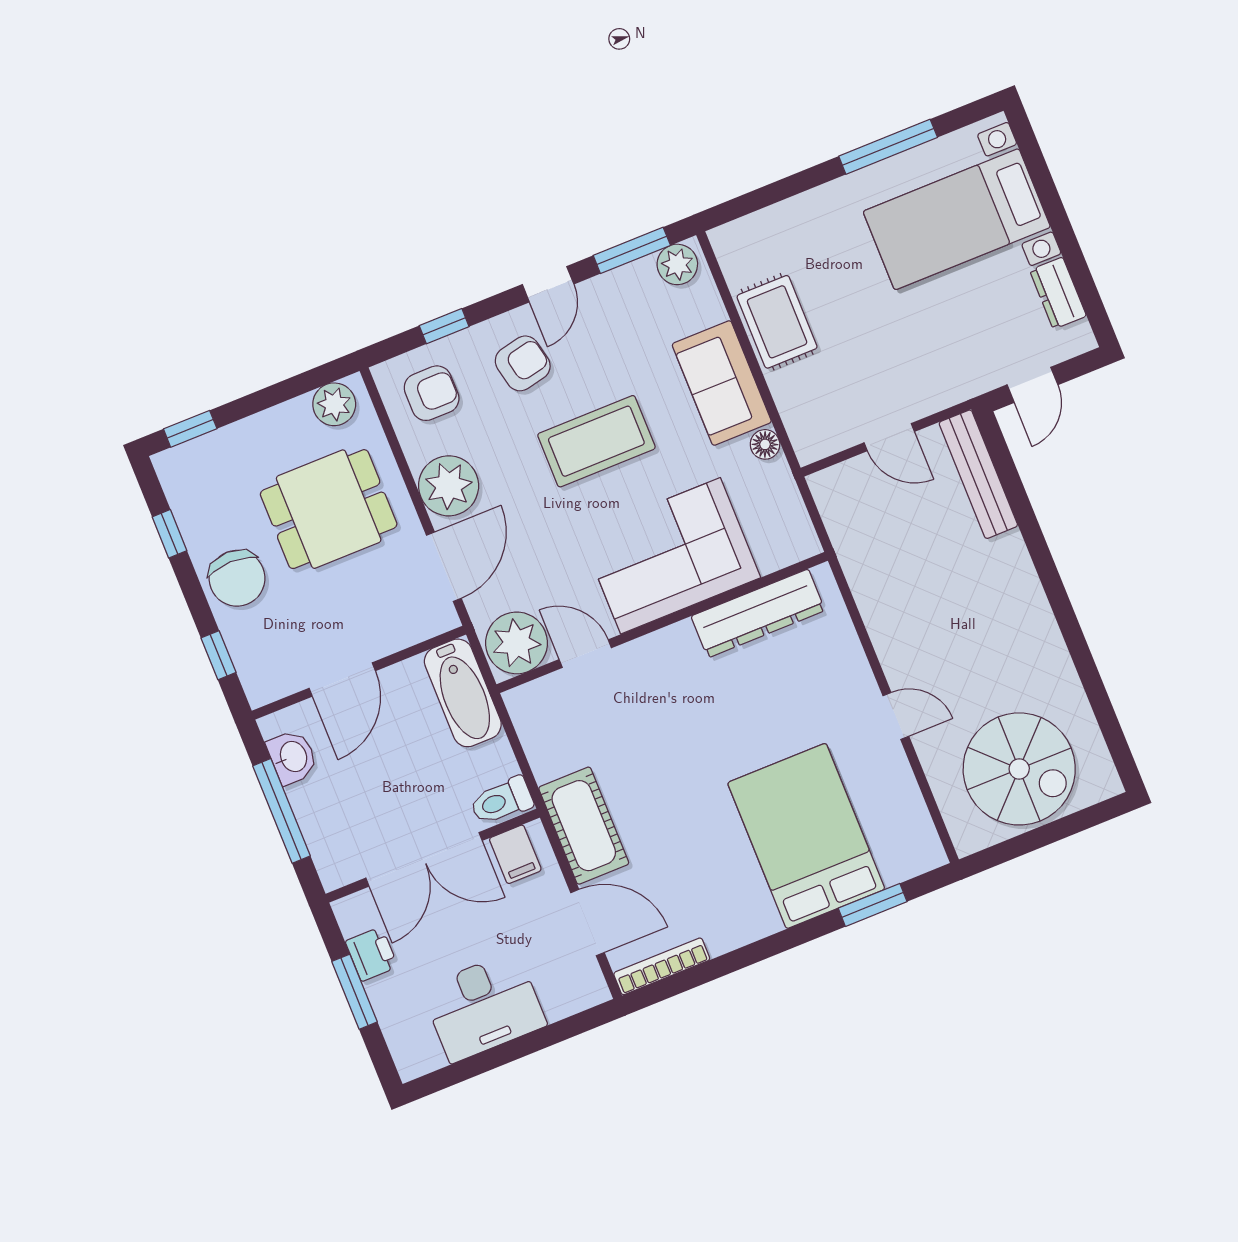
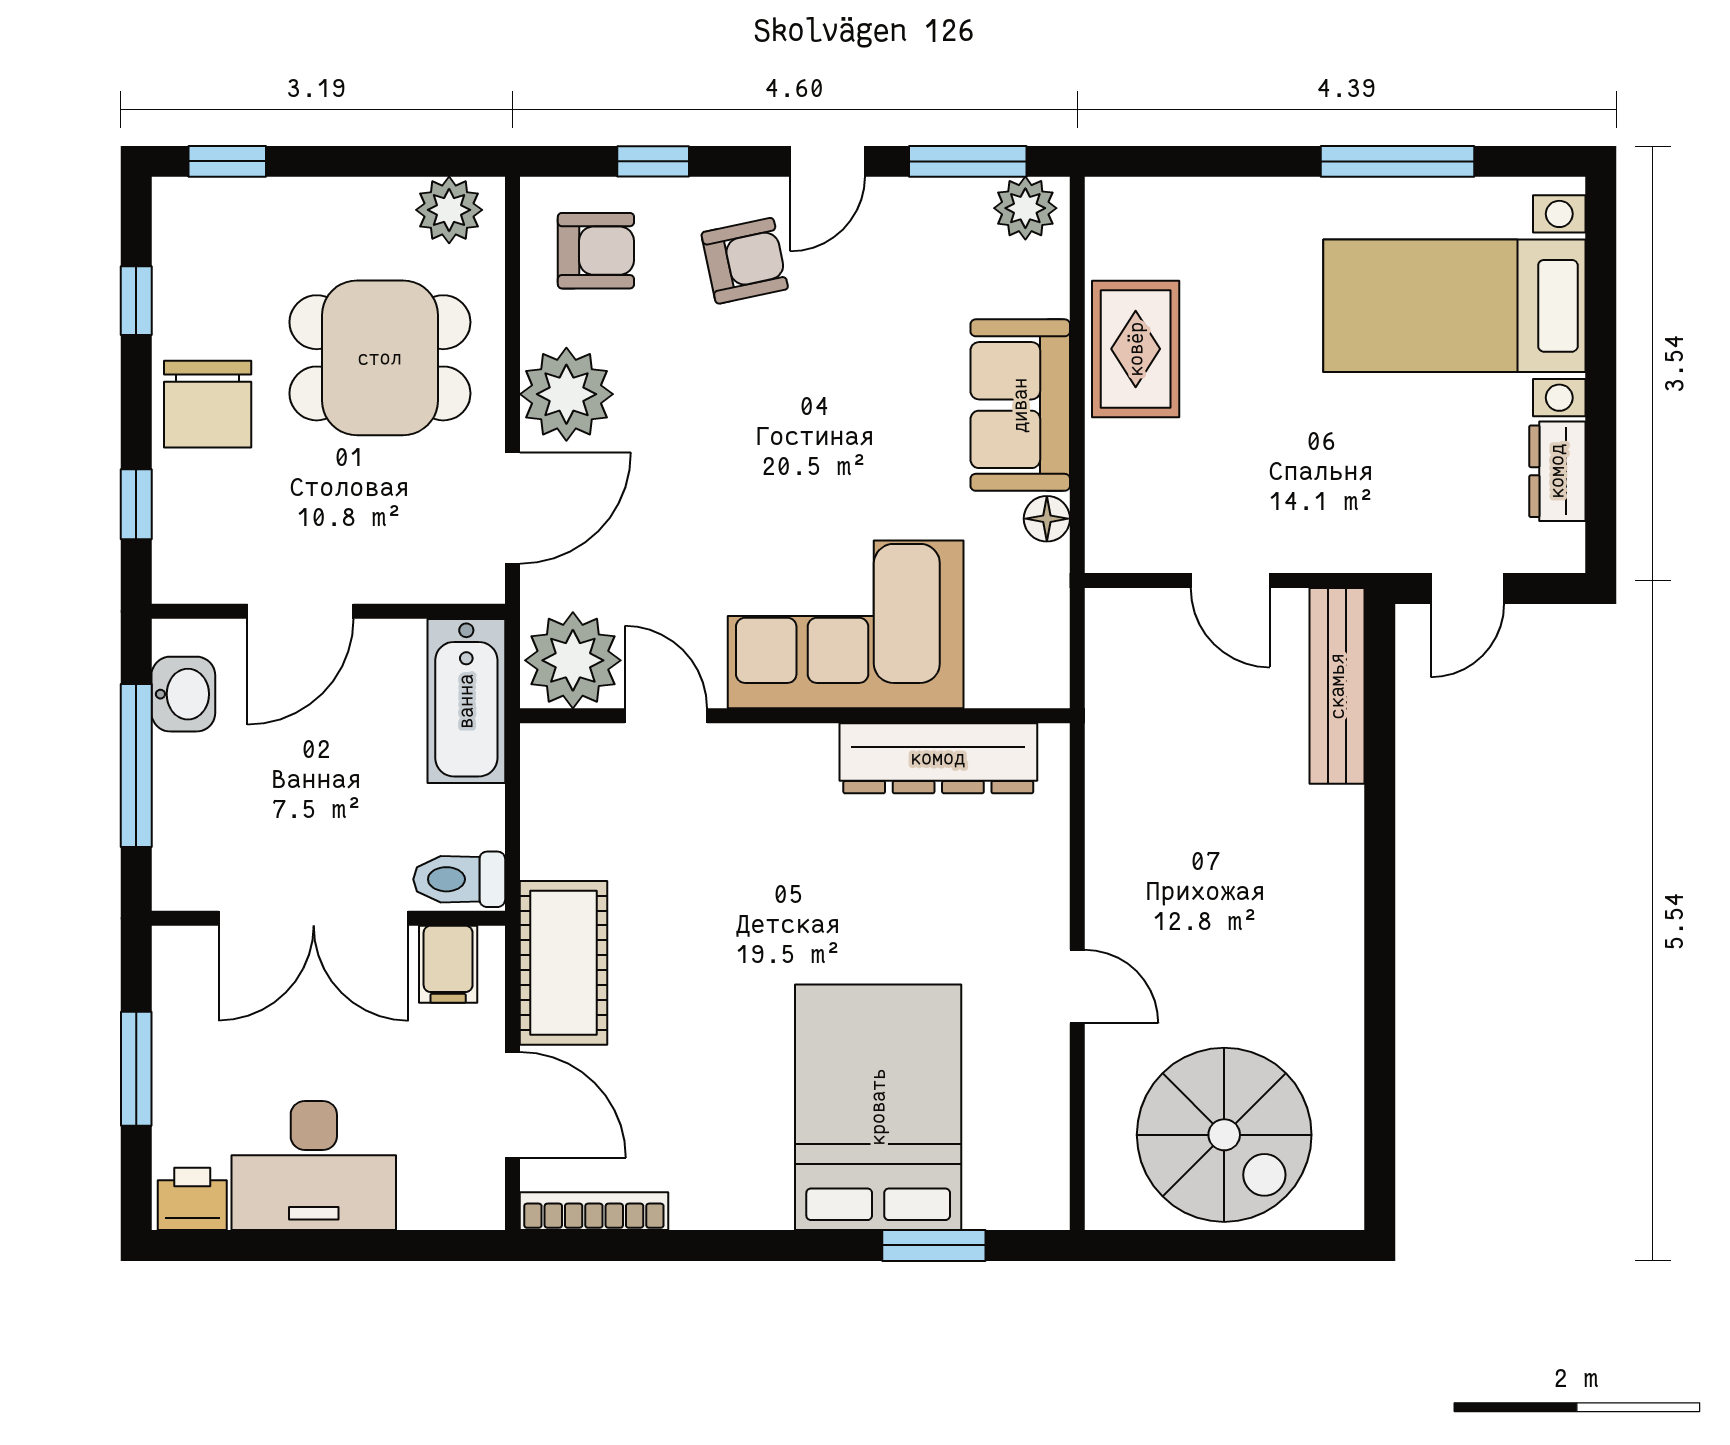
coffee table: (596, 441) -> (806, 416), removed
printer: (372, 954) -> (192, 1199), moved, turned -90

